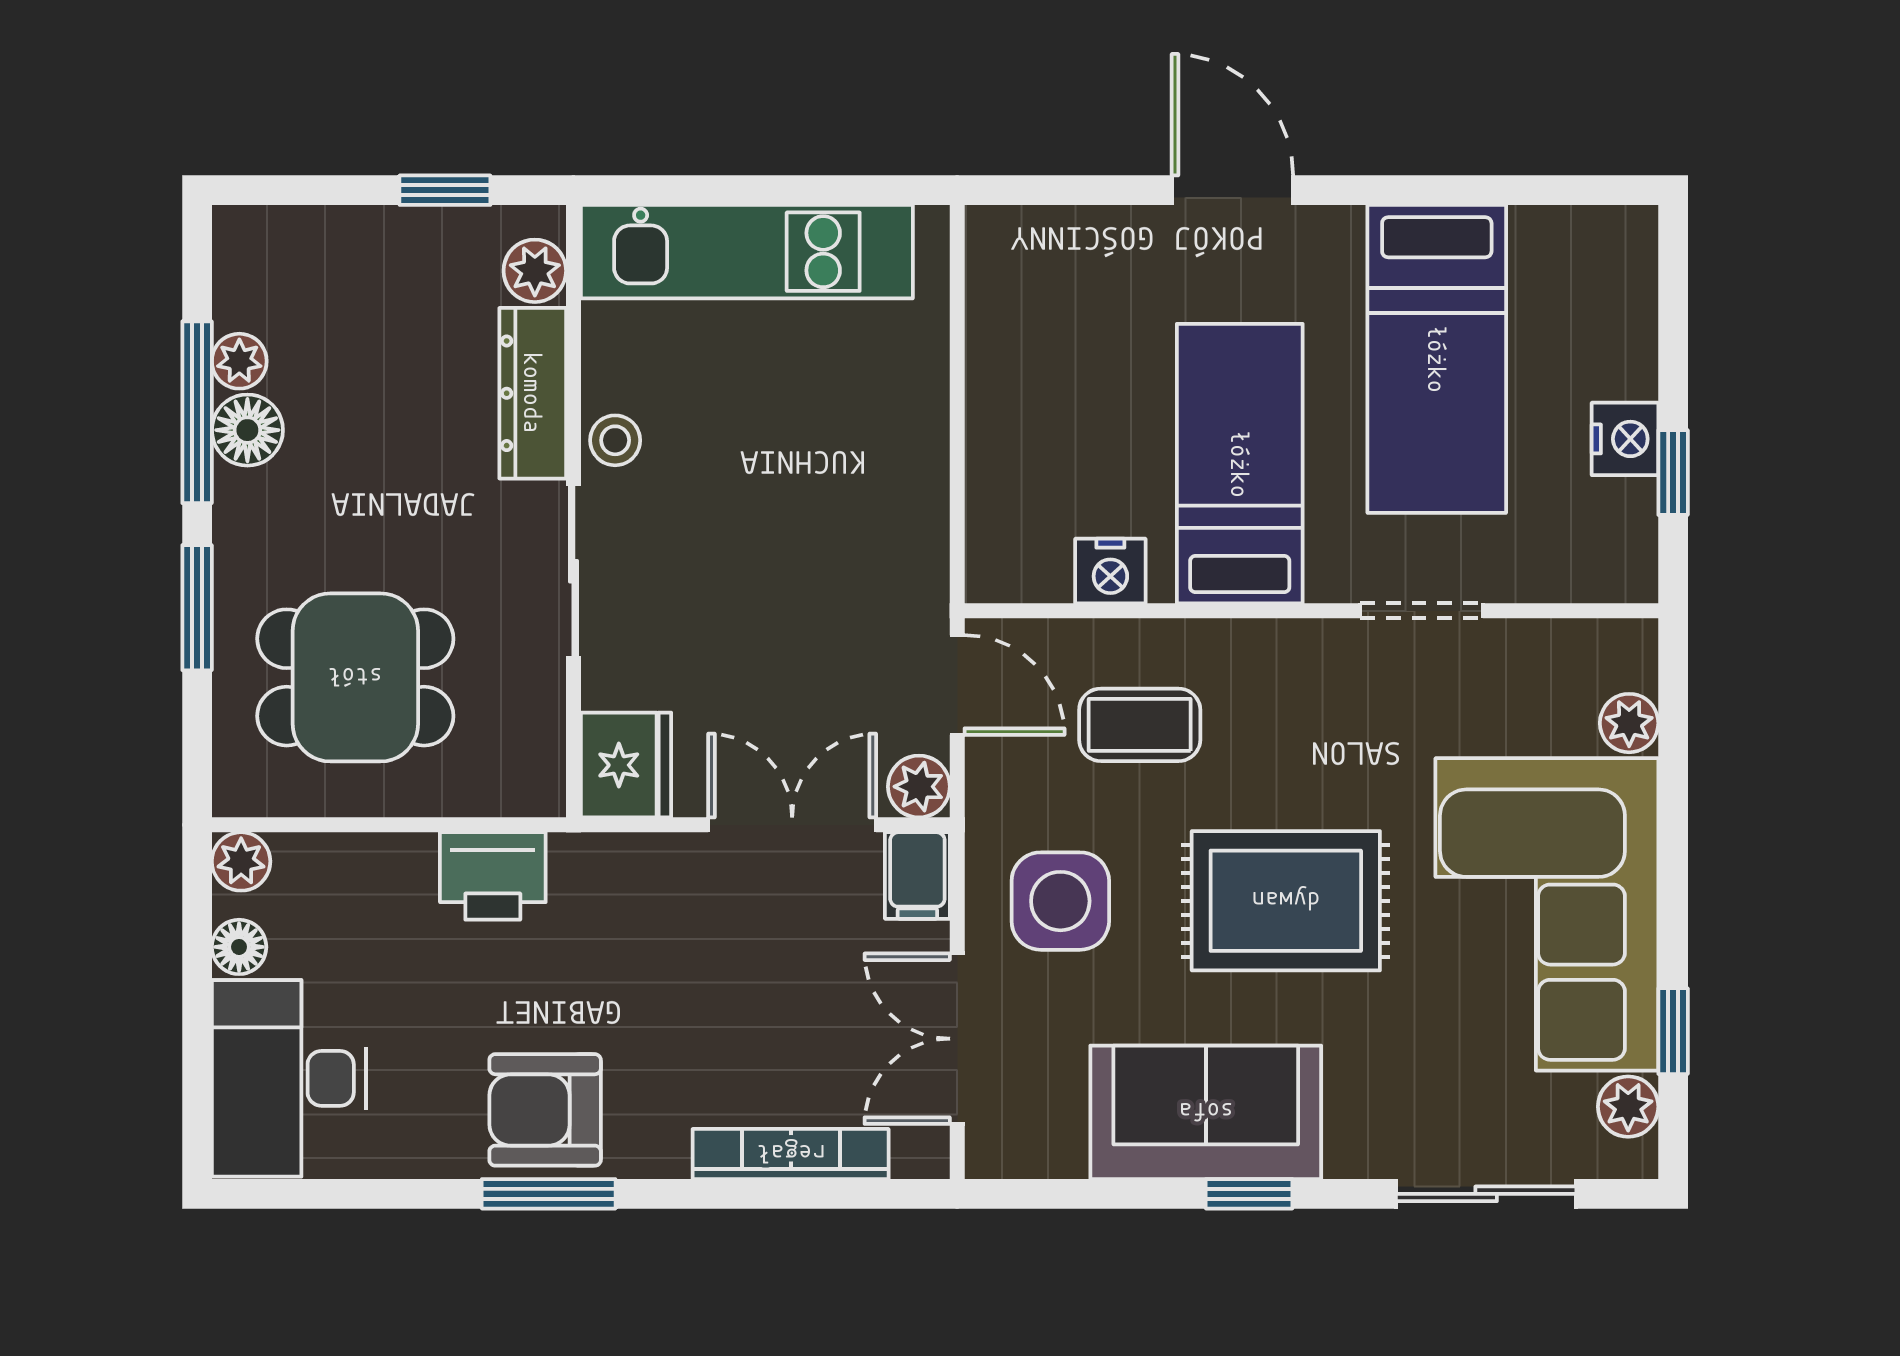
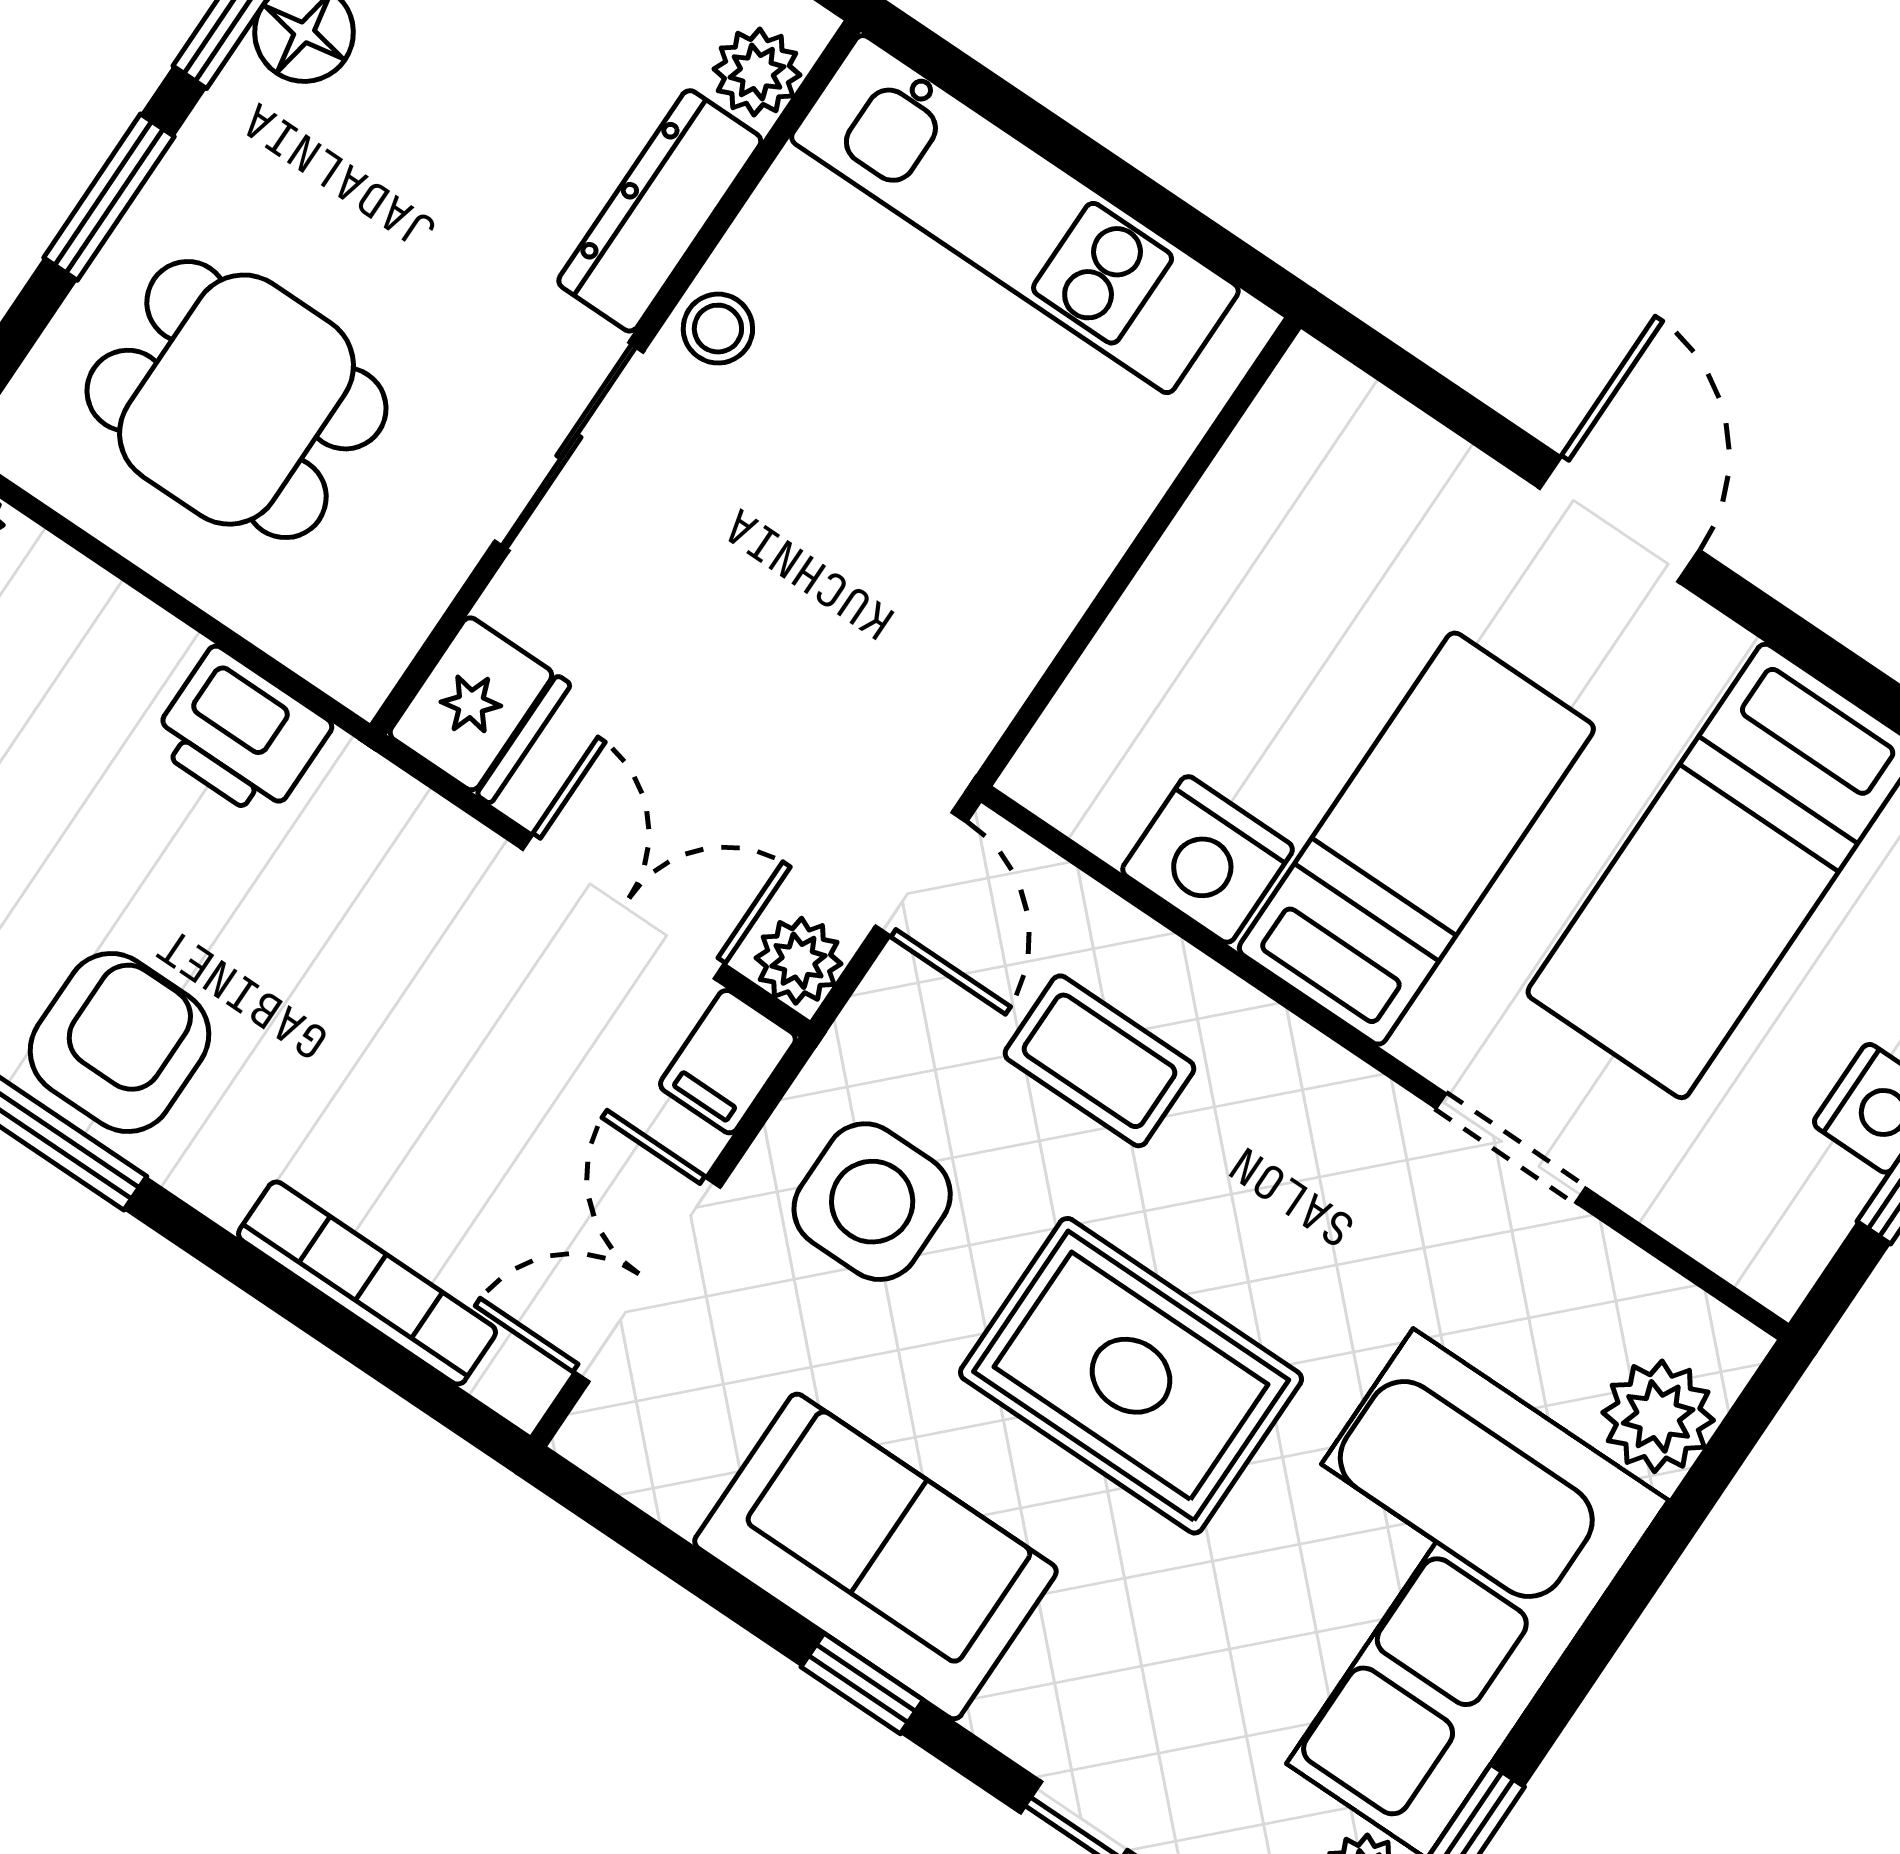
nightstand: (1110, 571) -> (1208, 859), width x1.36, depth x1.33
plant: (1629, 723) -> (1658, 1416), width x1.38, depth x1.38
armchair: (545, 1110) -> (119, 1043), turned 90

